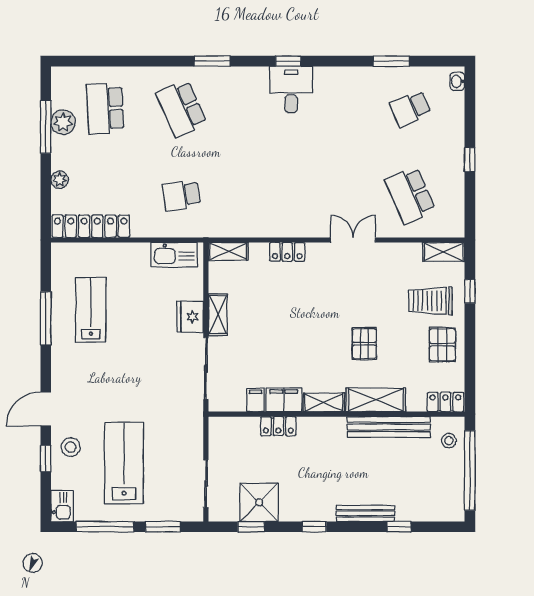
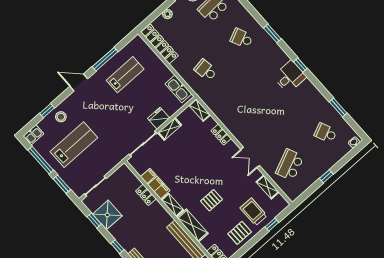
school desk: (181, 109) -> (242, 38), width x0.54
double door: (353, 240) -> (250, 157), swing flipped
shelving: (444, 252) -> (268, 187), moved
door: (46, 409) -> (79, 82), moved

